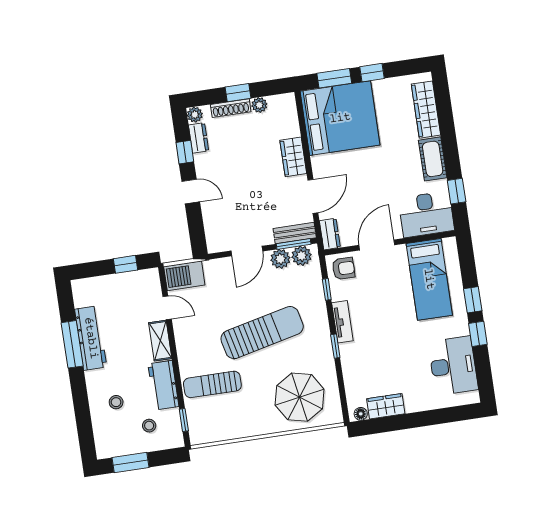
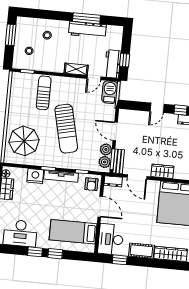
tv unit: (342, 322) -> (61, 176), width x1.41
nightstand: (353, 364) -> (35, 176), added
workbench: (163, 385) -> (113, 64), moved, turned -90

